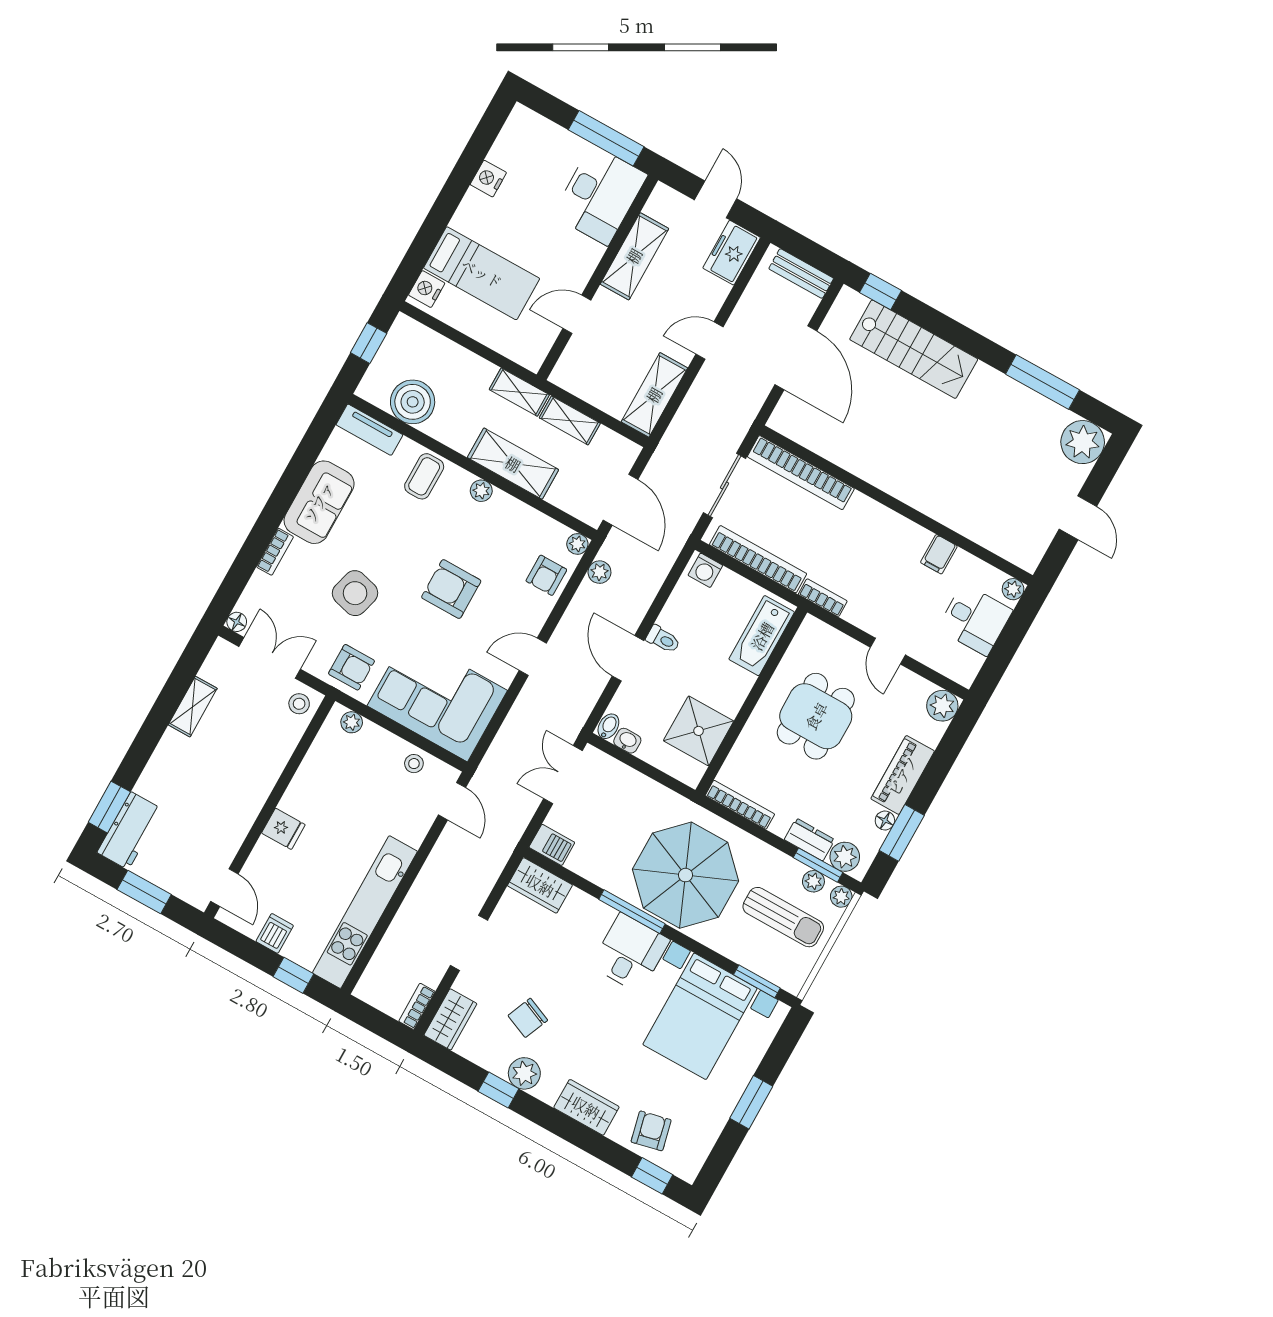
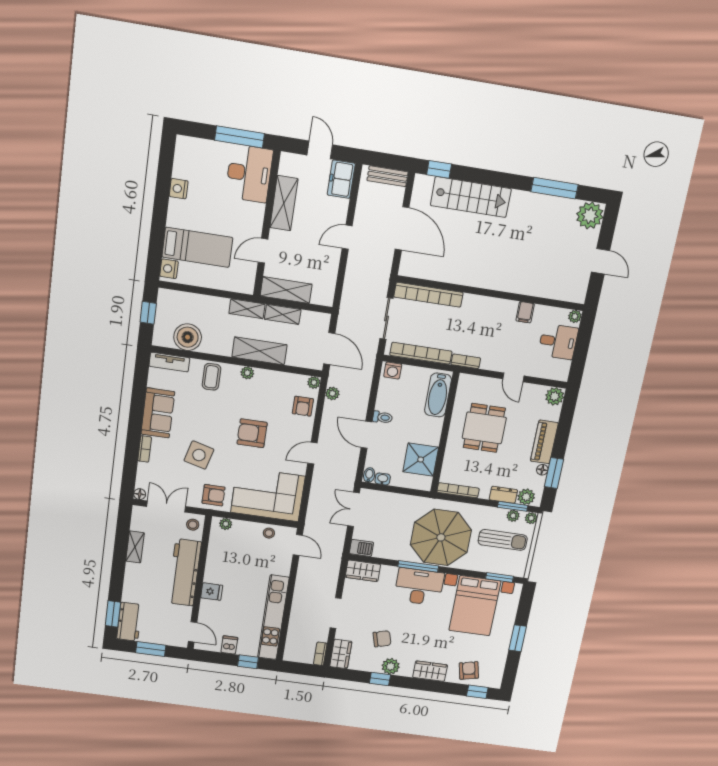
shelving: (654, 395) -> (286, 290), moved, turned 90
workbench: (253, 780) -> (184, 572), added
desk: (630, 953) -> (419, 587), width x1.37
chair: (528, 1018) -> (382, 639), turned -129

